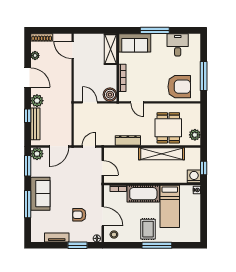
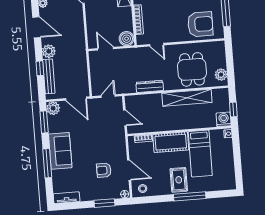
door: (59, 146) -> (76, 99), hinge flipped
tv unit: (57, 237) -> (67, 198), moved

